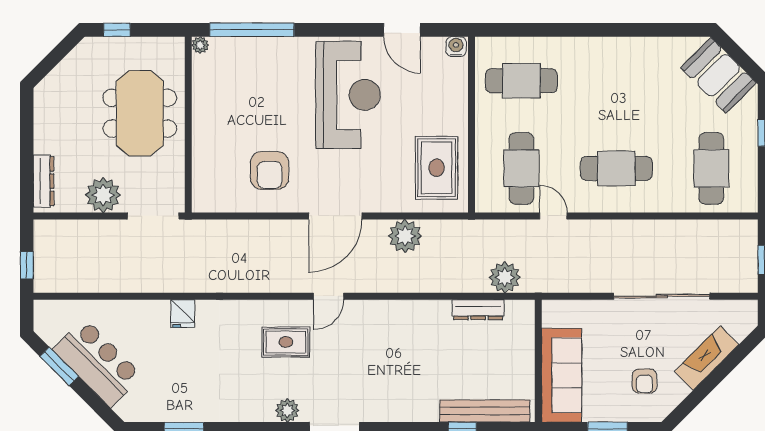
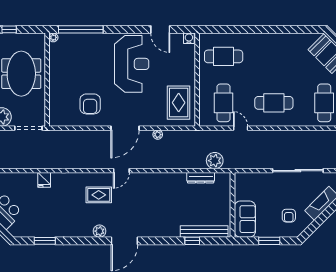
plant: (405, 236) -> (158, 135), width x0.53, depth x0.53
sofa: (562, 375) -> (245, 219), width x0.73

